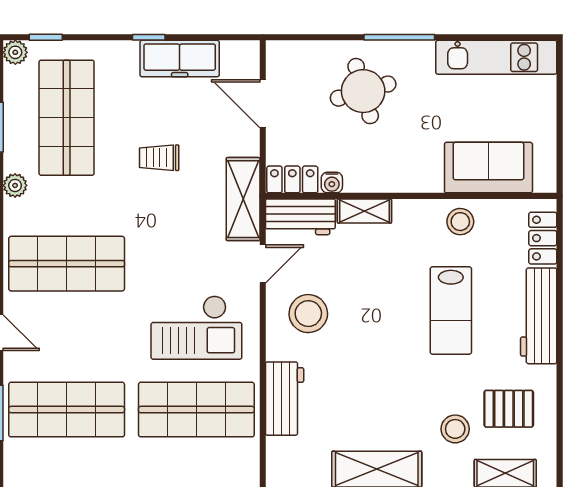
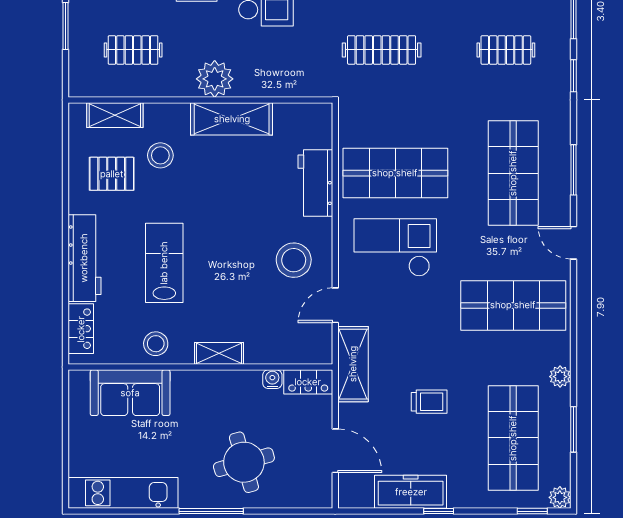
shelving: (364, 211) -> (219, 353), moved
workbench: (300, 217) -> (301, 348), removed
shop shelf: (67, 410) -> (513, 173), turned 90

